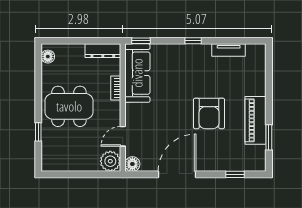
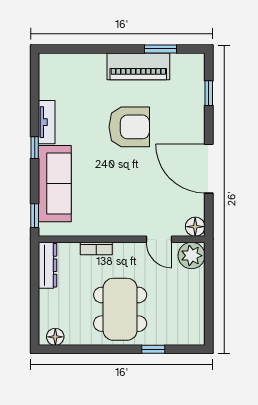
tv unit: (229, 50) -> (47, 122), moved
sofa: (137, 73) -> (55, 184), moved, turned 90

